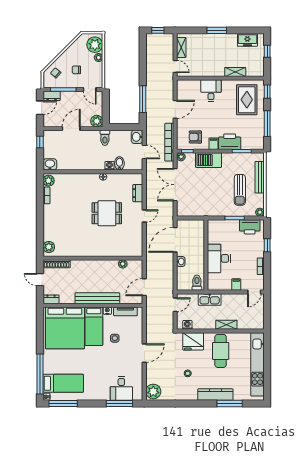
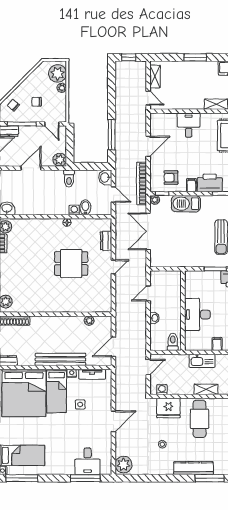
door: (175, 240) -> (148, 293), width x0.53
kitchen sink: (210, 299) -> (202, 361), moved

